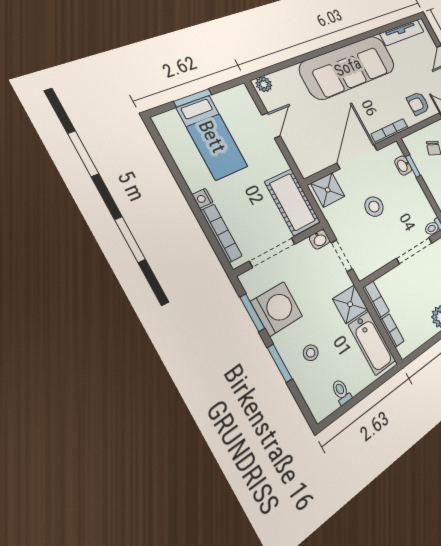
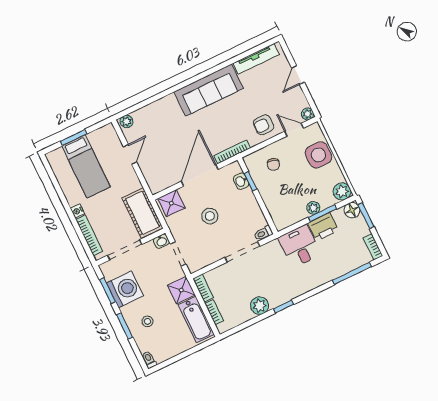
sofa: (348, 67) -> (209, 90), width x0.74, depth x0.79
toilet: (341, 392) -> (149, 360), moved

